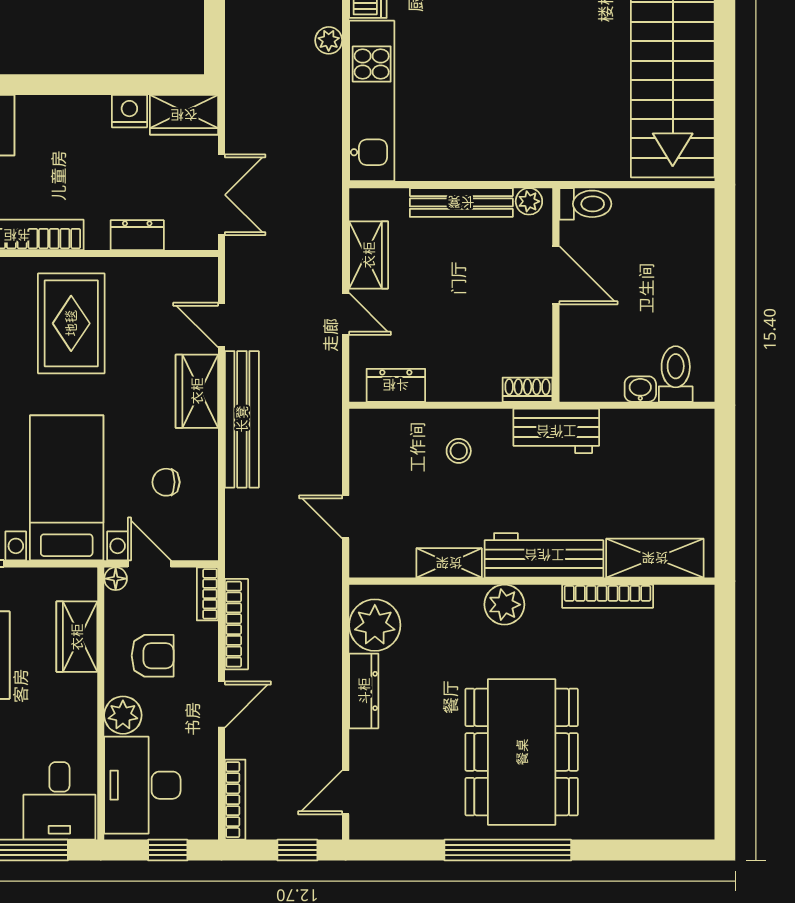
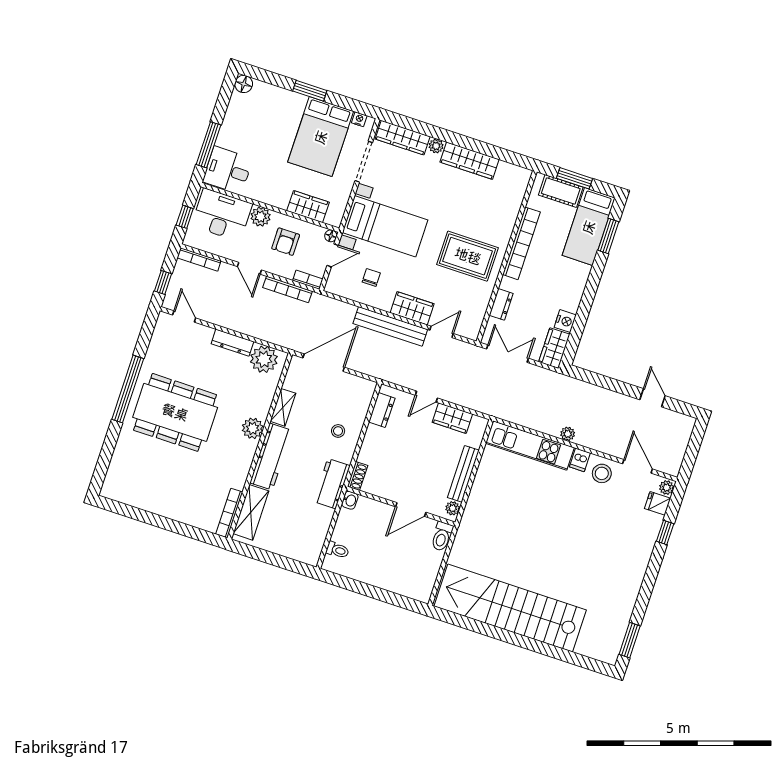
double door: (221, 195) -> (507, 354), swing flipped
toilet: (676, 374) -> (337, 550), width x0.73, depth x0.72
washbasin: (640, 389) -> (350, 500), moved
door: (346, 517) -> (324, 363), width x1.87
bookcase: (608, 596) -> (229, 513), moved

